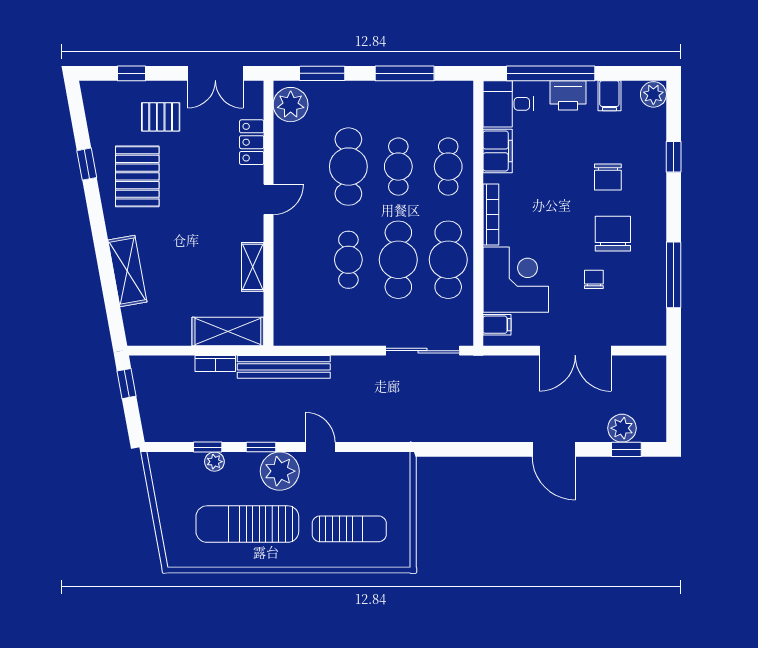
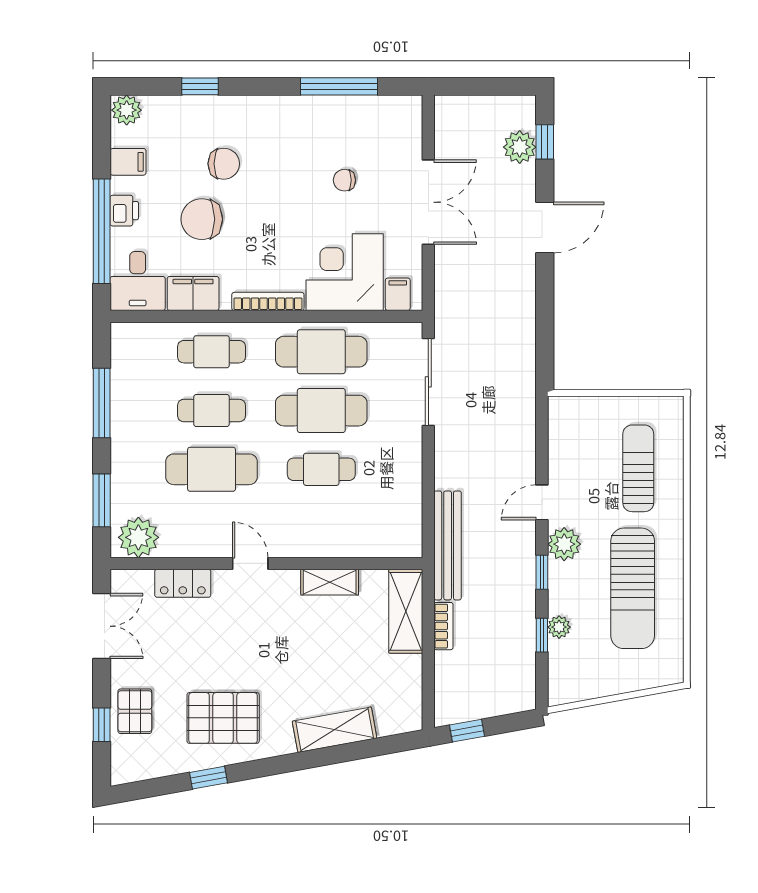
printer: (568, 95) -> (124, 211), width x0.73, depth x0.81
pallet: (161, 117) -> (135, 711), moved
chair: (613, 234) -> (202, 219), moved
plant: (280, 471) -> (564, 544), width x0.73, depth x0.73

